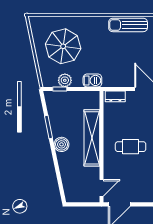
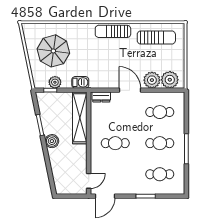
shelving: (92, 138) -> (80, 118), moved

